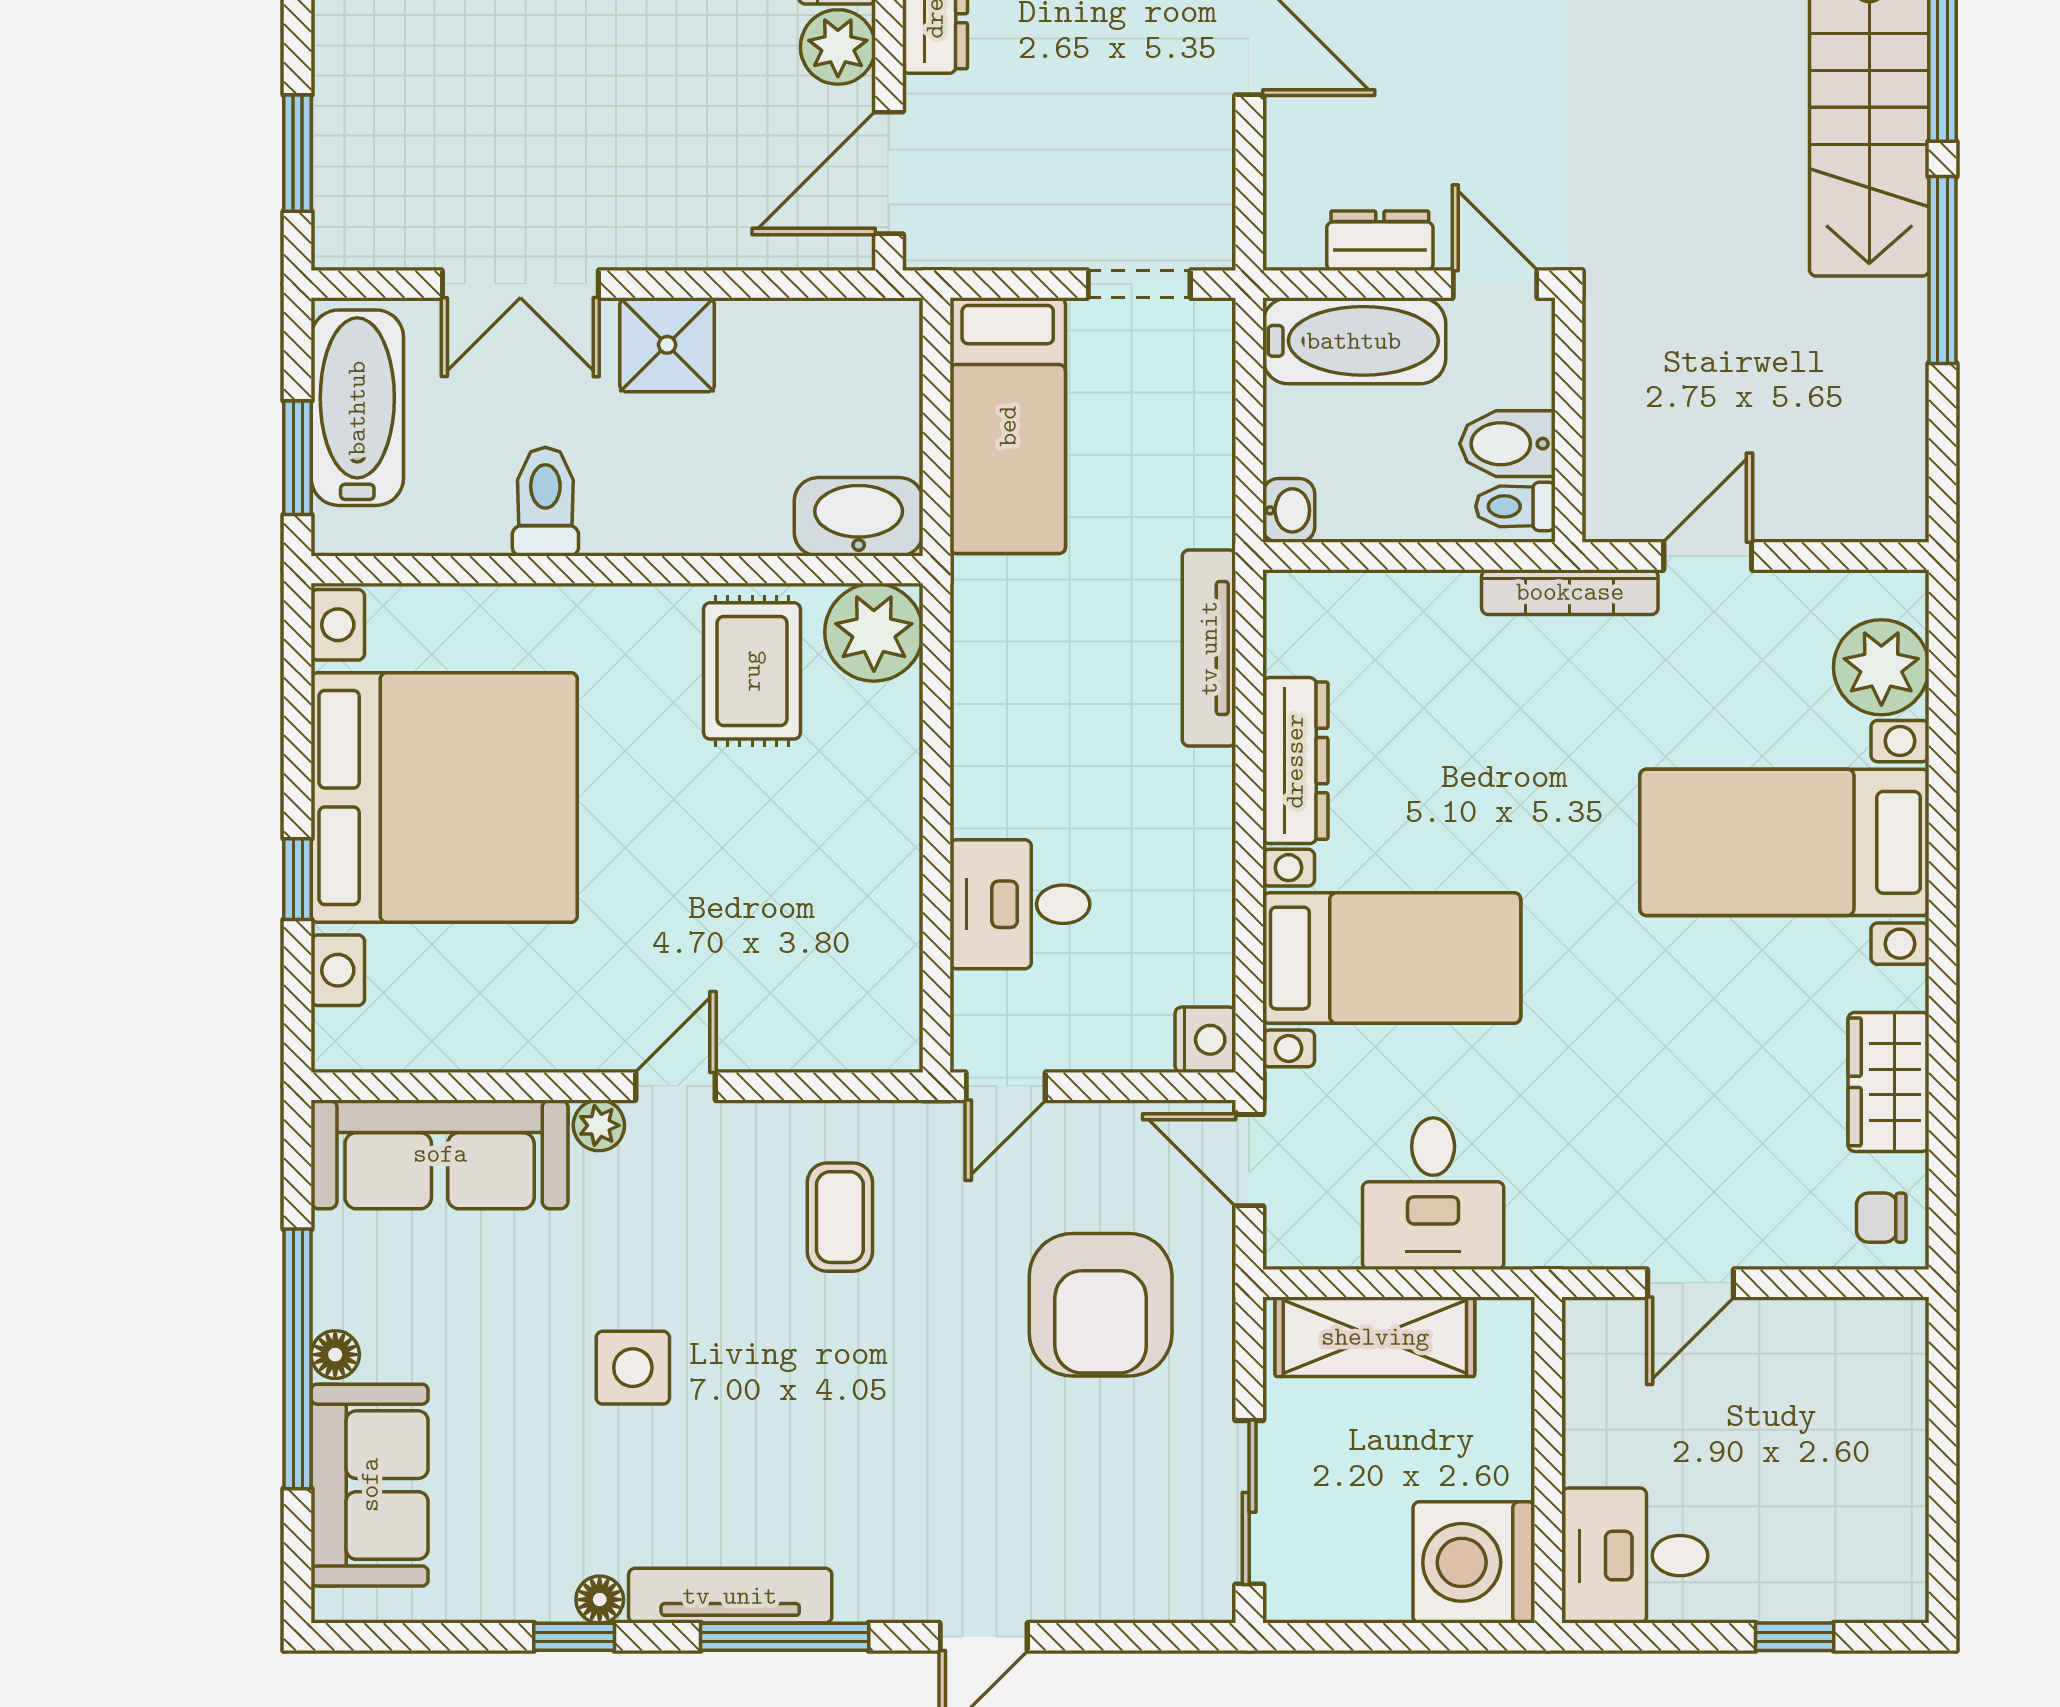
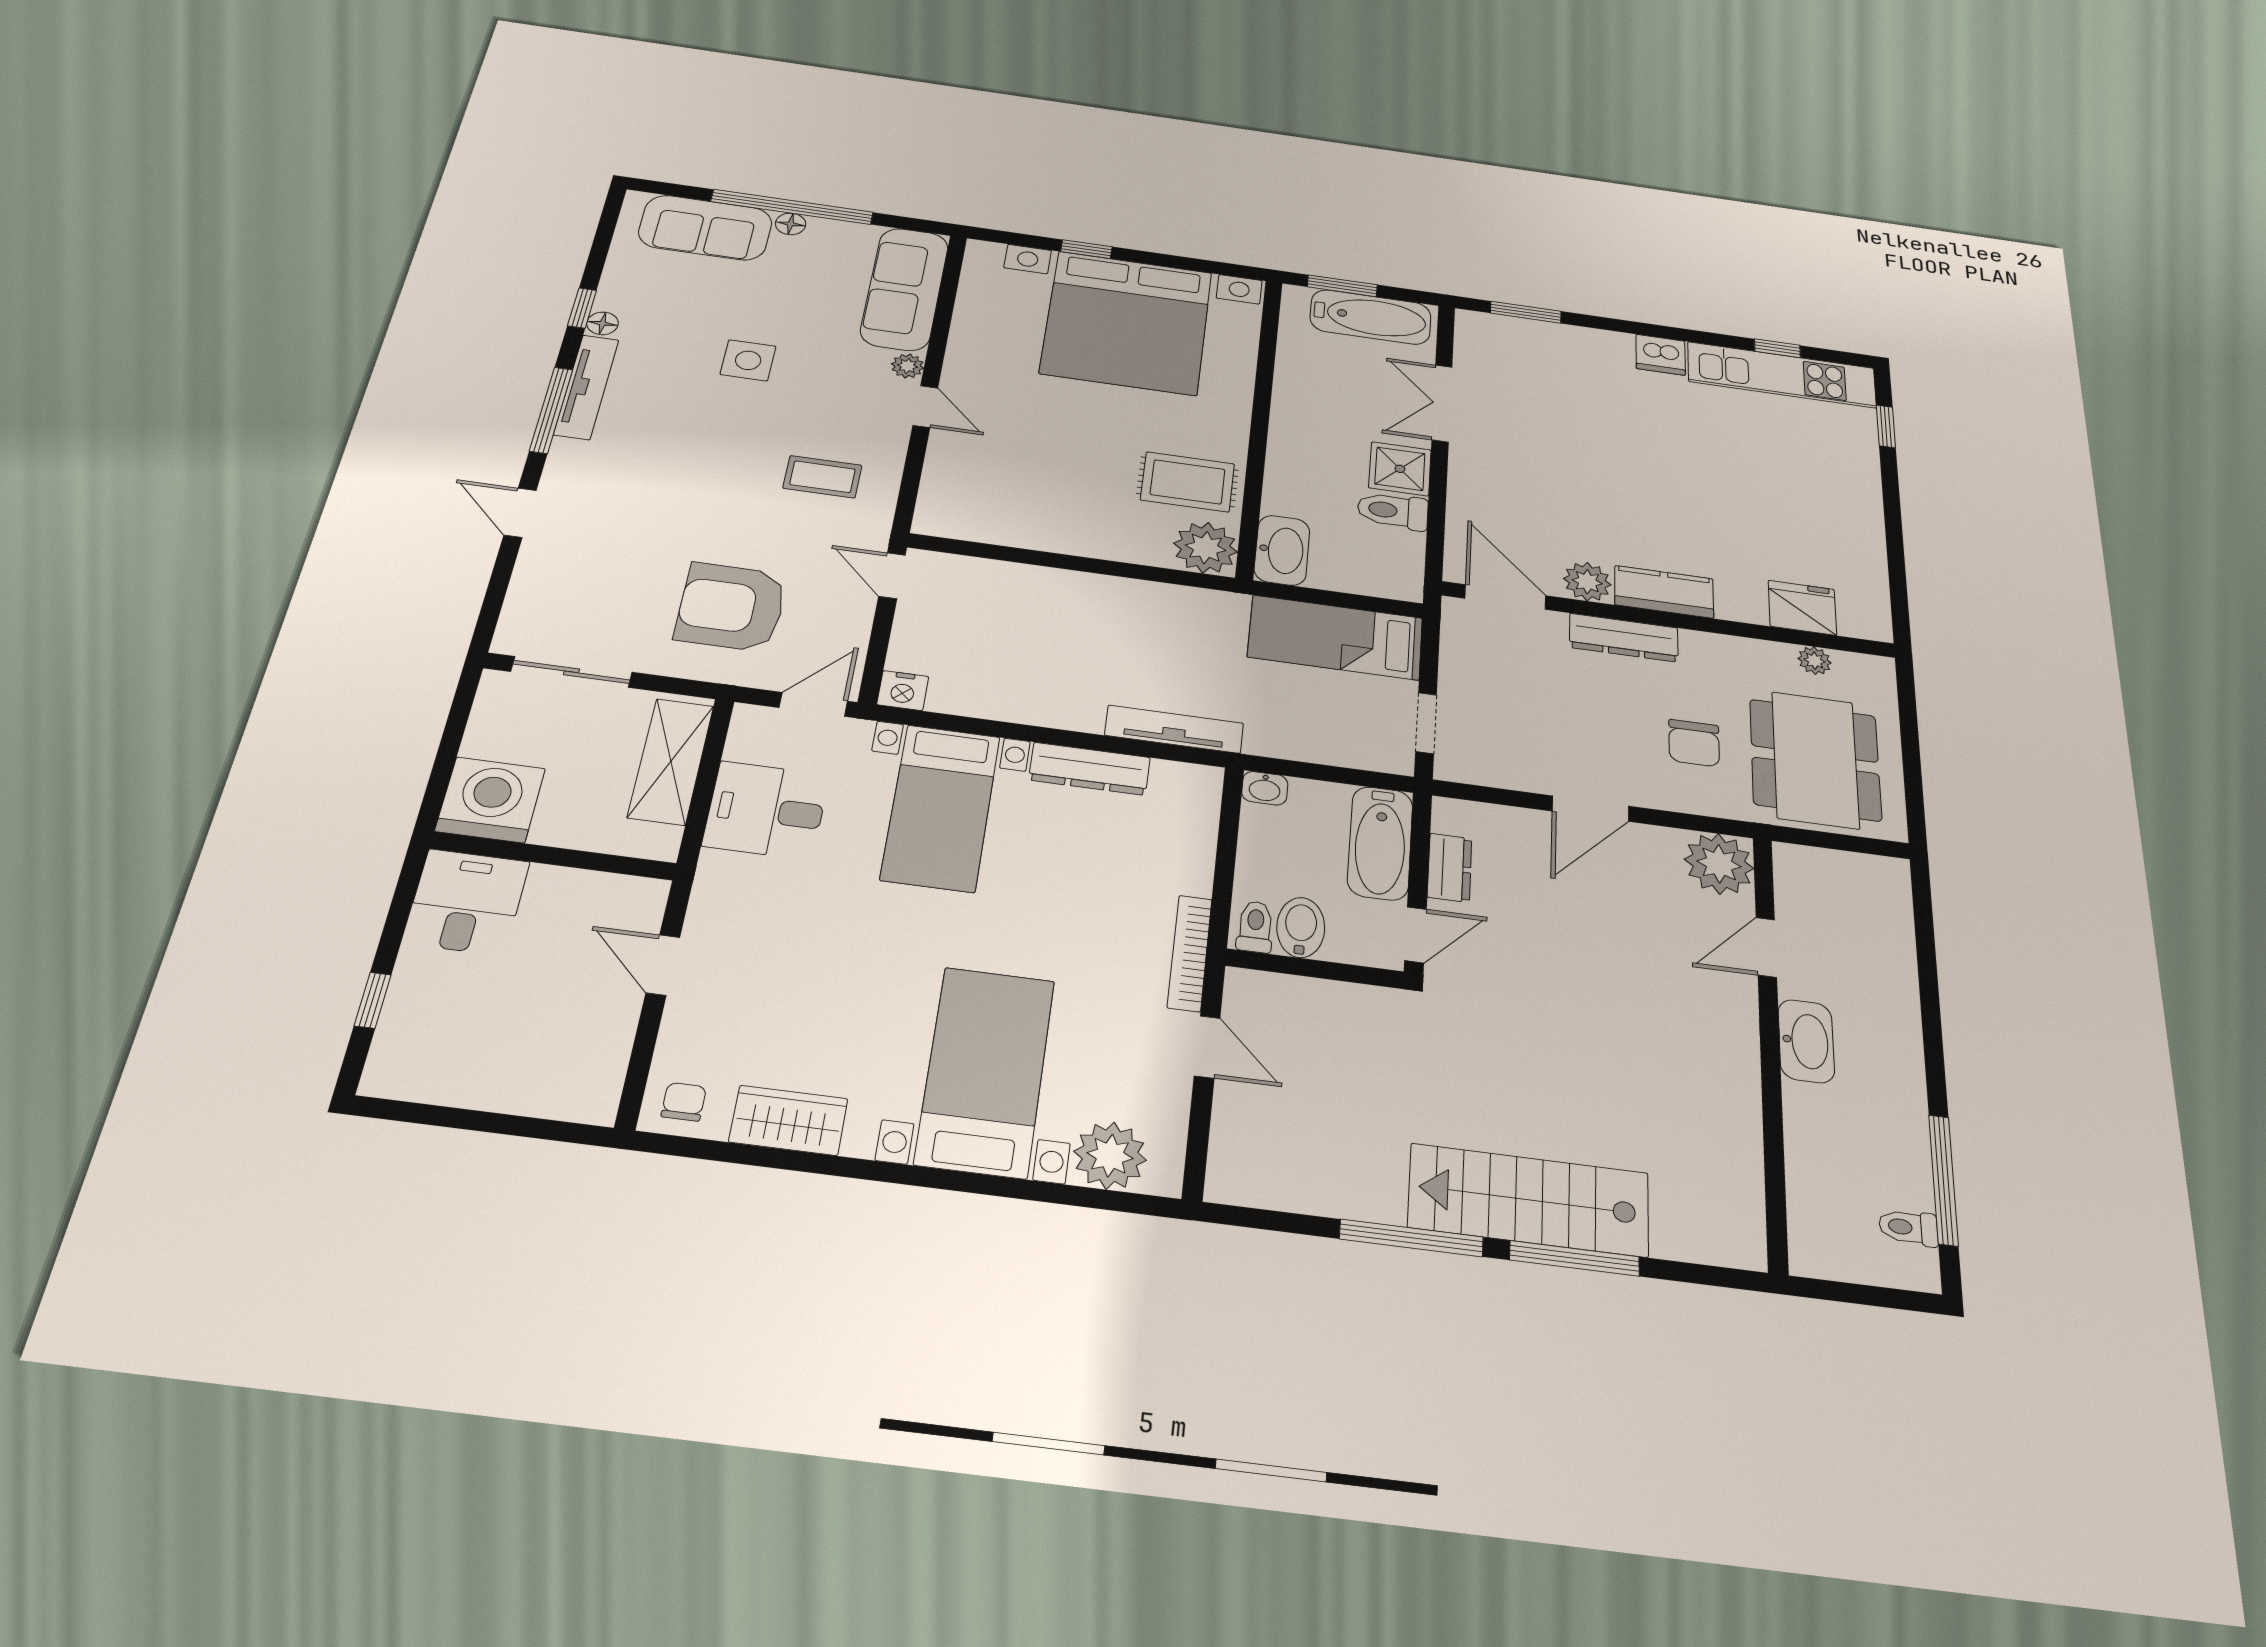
toilet: (545, 502) -> (1393, 511), moved, turned 180
desk: (1020, 904) -> (1014, 600), removed

